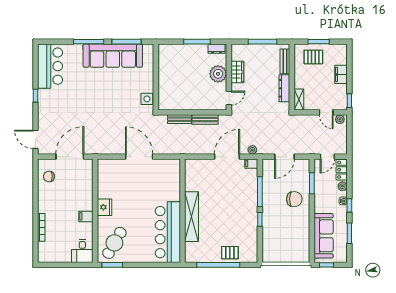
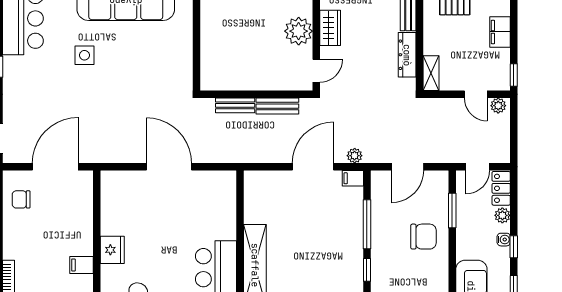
side table: (147, 99) -> (84, 55), moved

